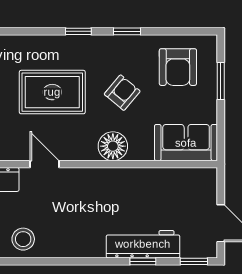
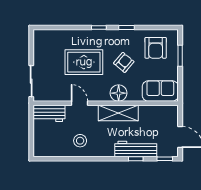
shelving: (112, 181) -> (118, 113), added
stool: (23, 239) -> (80, 141), moved

